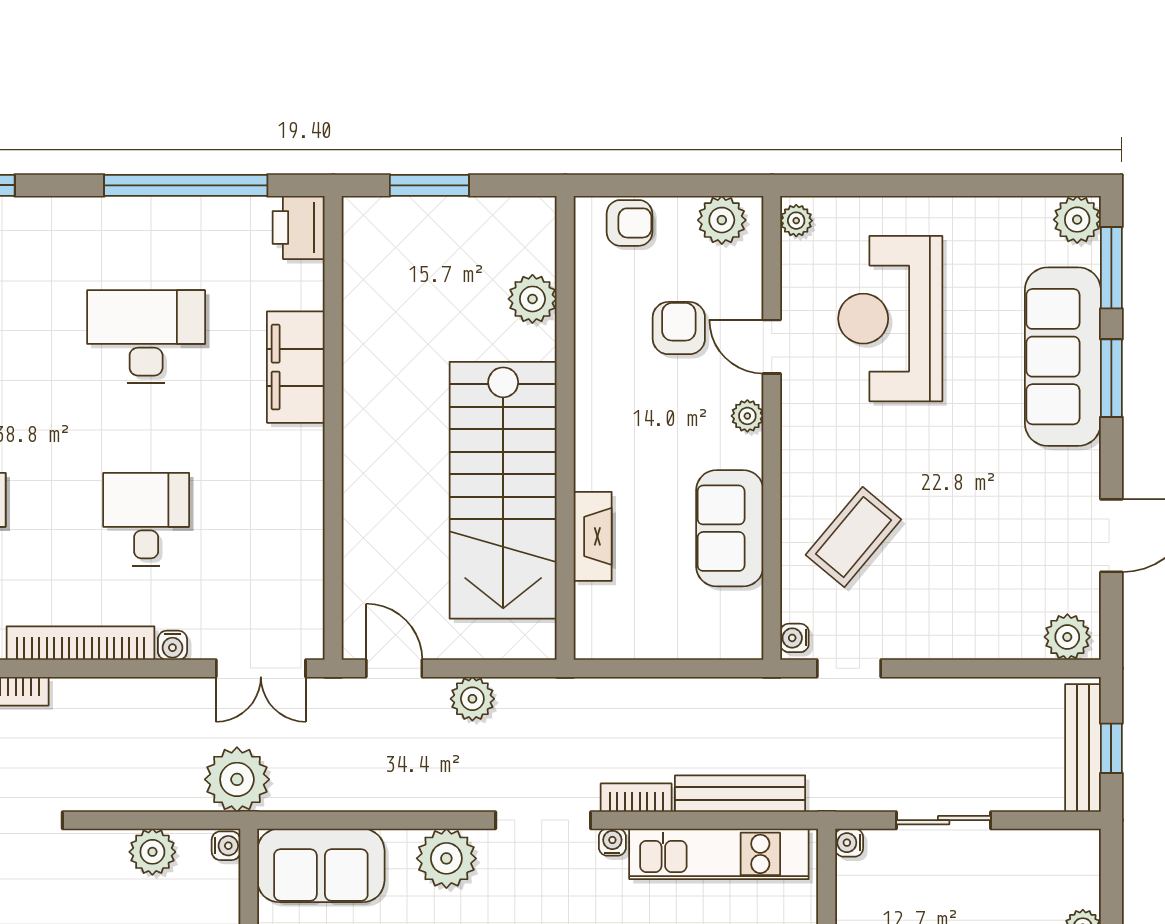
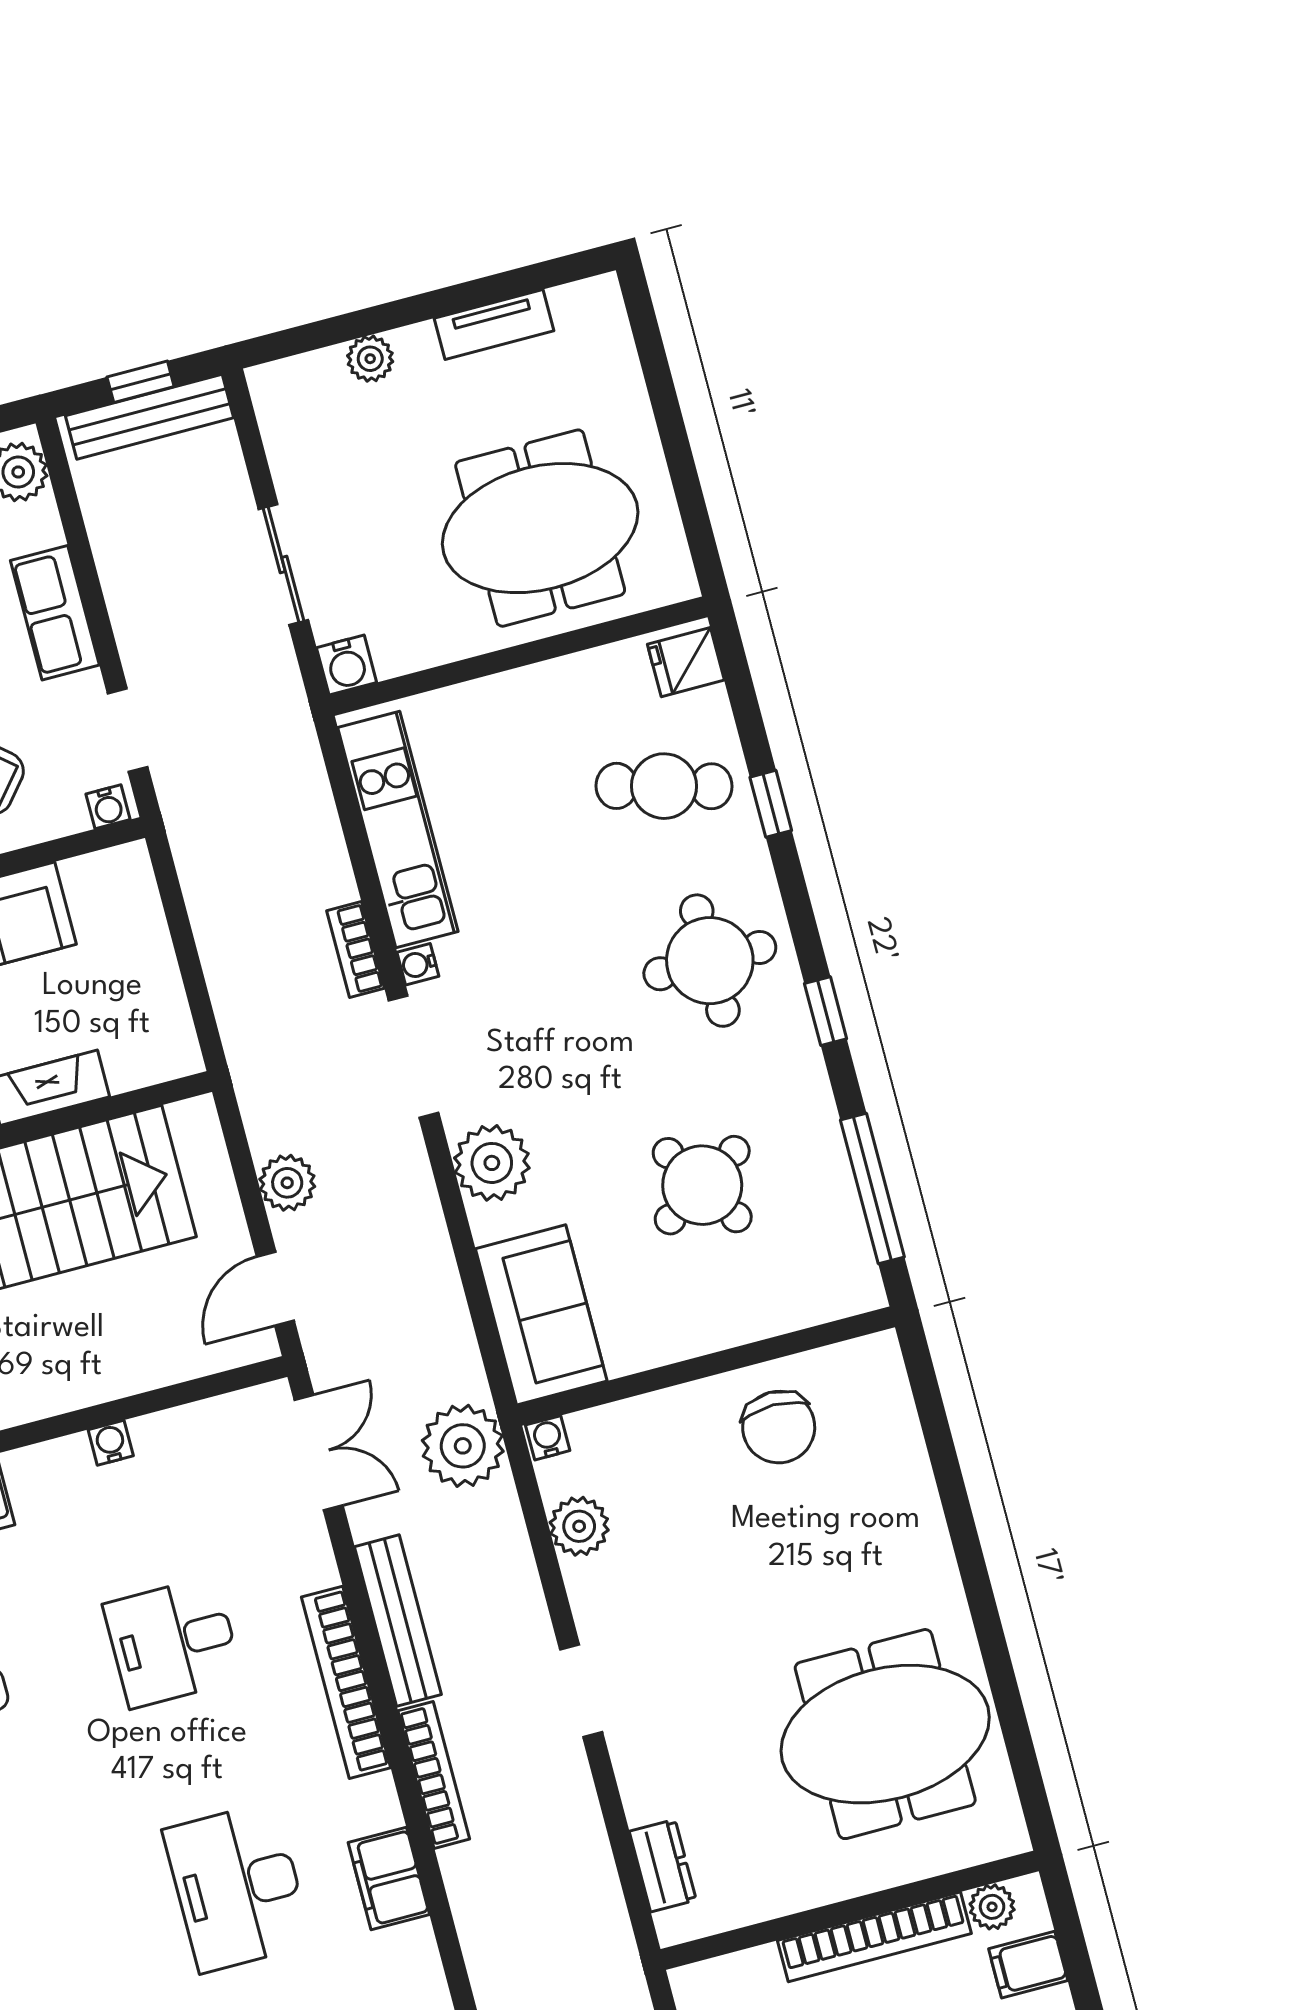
row of seats: (953, 637) -> (55, 613), added
water cooler: (172, 645) -> (111, 1443), moved, turned -90
bench: (740, 794) -> (398, 1621), moved
water cooler: (849, 843) -> (347, 665), width x1.38, depth x1.38

